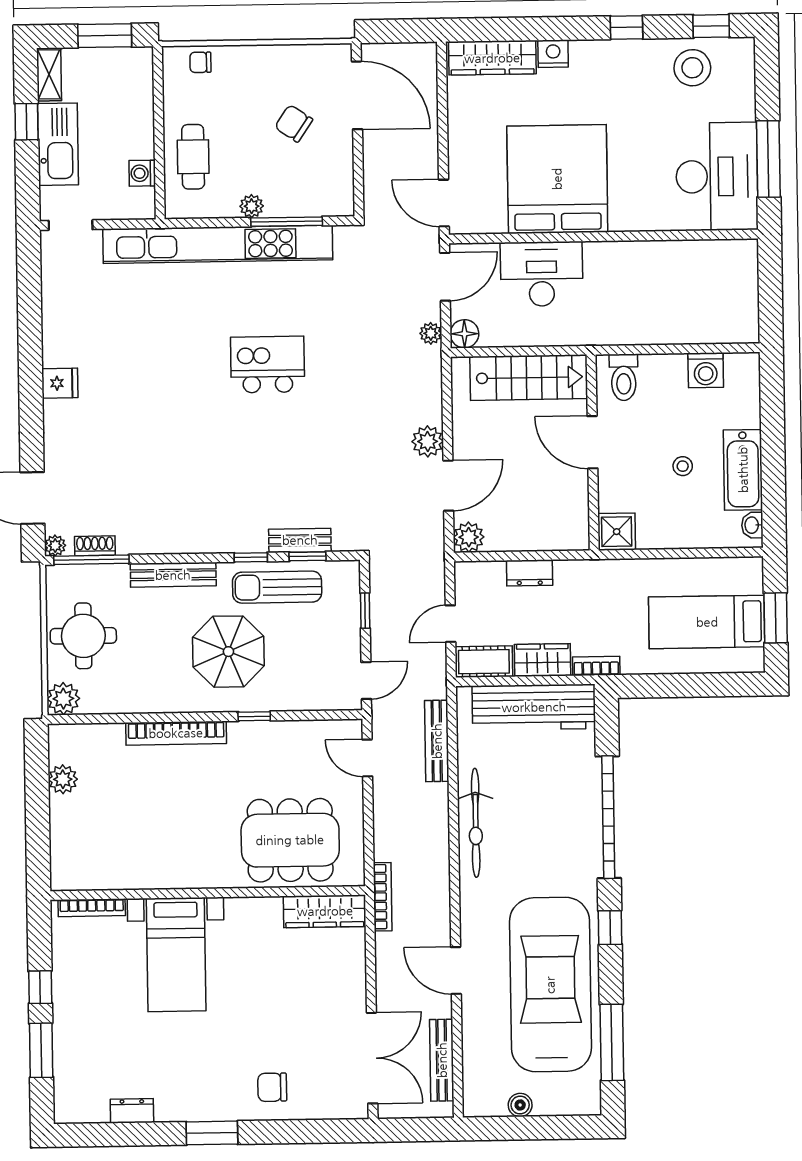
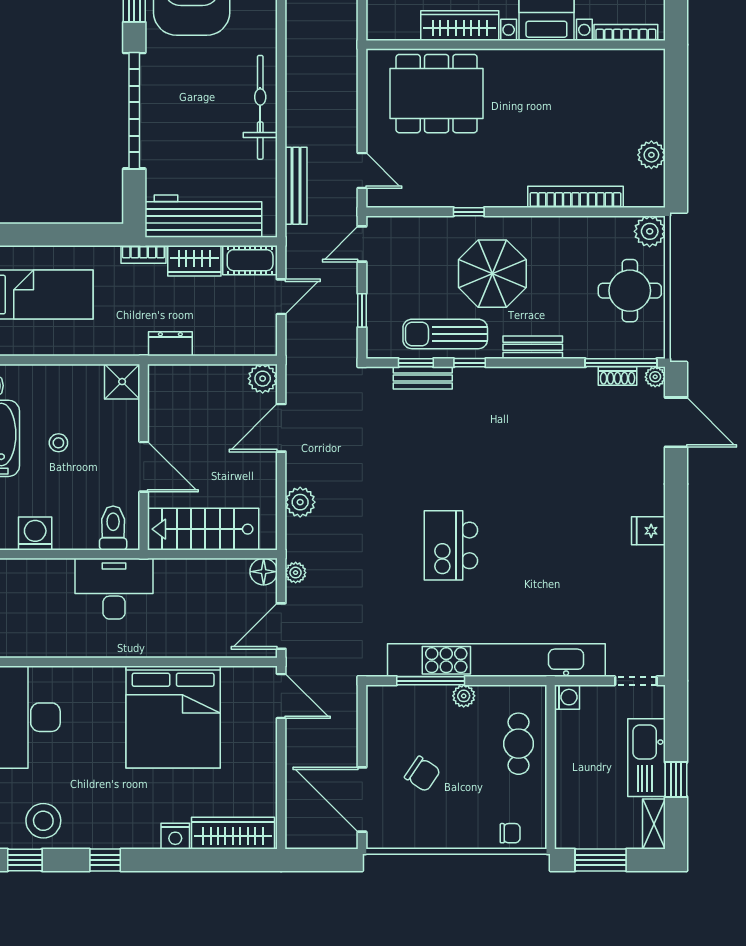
washing machine: (142, 173) -> (567, 697), moved
desk: (542, 274) -> (114, 589), moved, turned 180
kitchen island: (268, 365) -> (451, 545), turned 90
plant: (428, 441) -> (300, 502), moved
dresser: (530, 573) -> (170, 344), moved
bench: (173, 575) -> (533, 347), width x0.73
sun lounger: (277, 587) -> (445, 334), turned 180
bookcase: (176, 733) -> (575, 197), moved
bookcase: (383, 897) -> (350, 39), removed
wardrobe: (325, 911) -> (460, 26), moved

